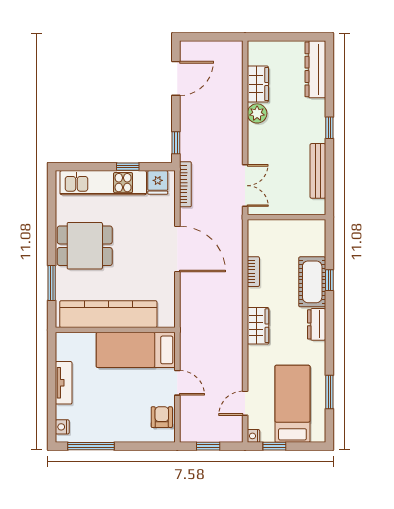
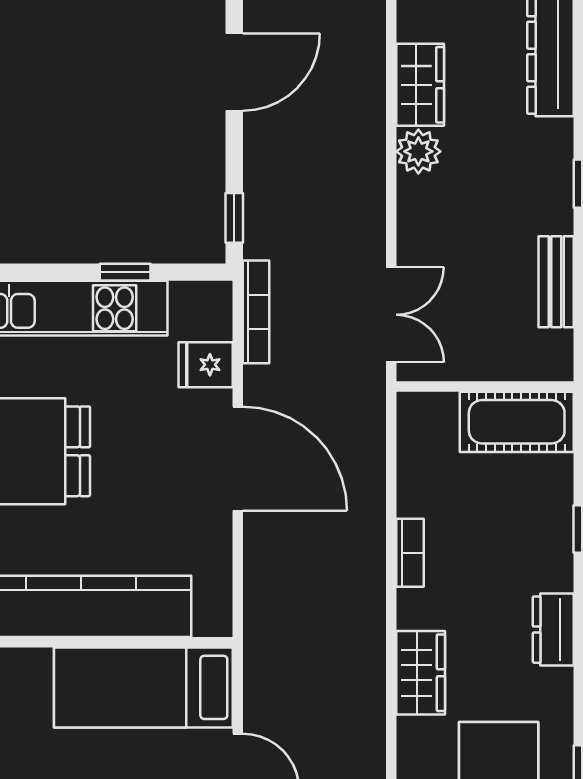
bench: (318, 171) -> (556, 282), width x0.73
fridge: (158, 182) -> (206, 365), moved, turned 90
bookcase: (253, 272) -> (410, 553), moved
cot: (312, 282) -> (517, 422), moved, turned 90
wardrobe: (258, 326) -> (421, 673), moved

